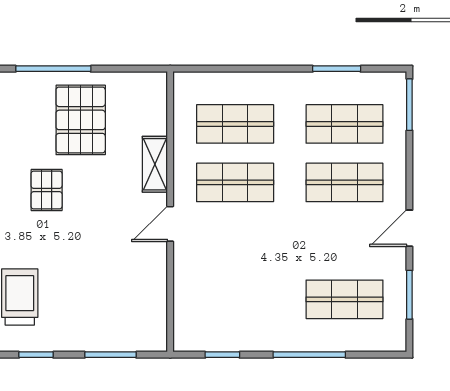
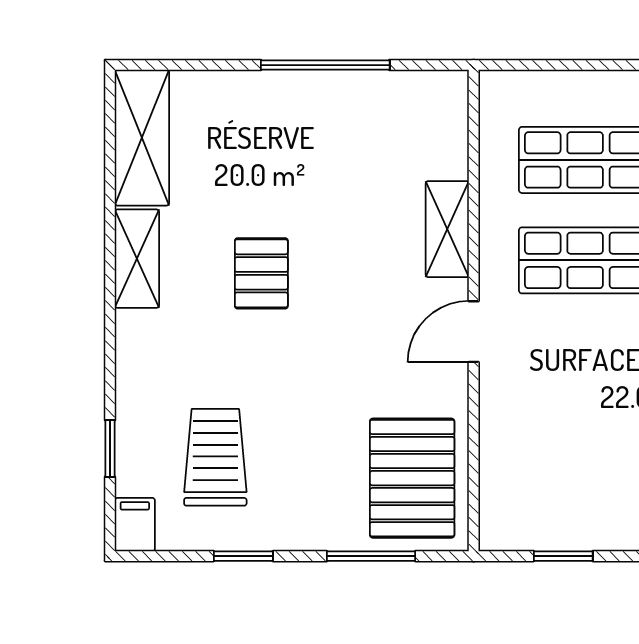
window: (53, 69) -> (325, 65), moved
pallet: (81, 120) -> (412, 478), moved

